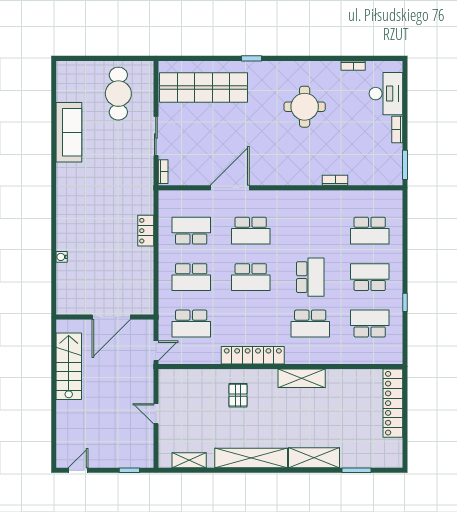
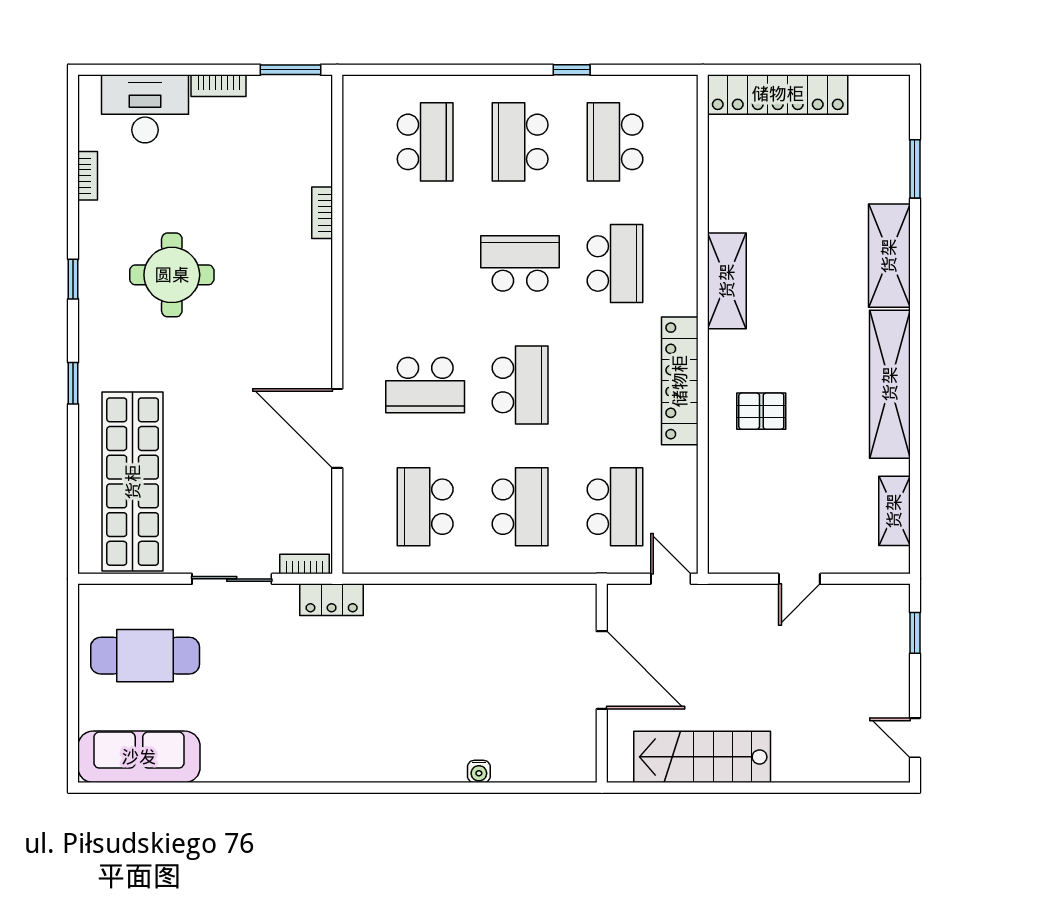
window: (303, 58) -> (73, 279), added
sofa: (69, 132) -> (139, 757), moved
locker: (146, 231) -> (332, 600), moved
school desk: (251, 231) -> (425, 385), turned 90

